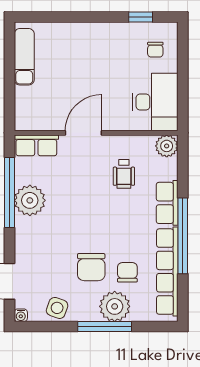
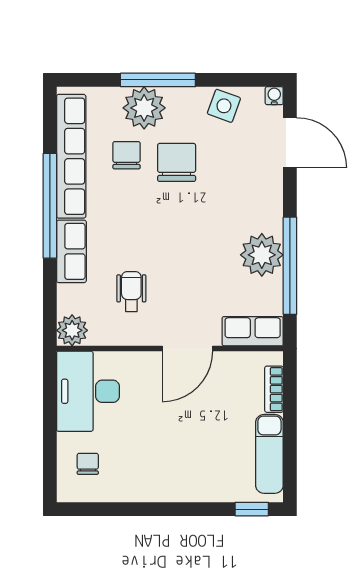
window: (141, 17) -> (252, 509), moved
bookcase: (21, 103) -> (274, 389), added
chair: (127, 272) -> (127, 155), turned 180

